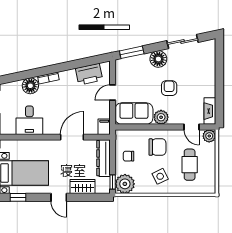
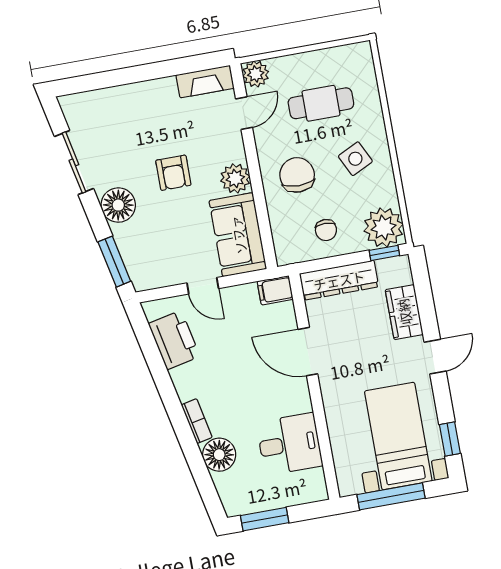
armchair: (169, 88) -> (173, 173), turned -90

